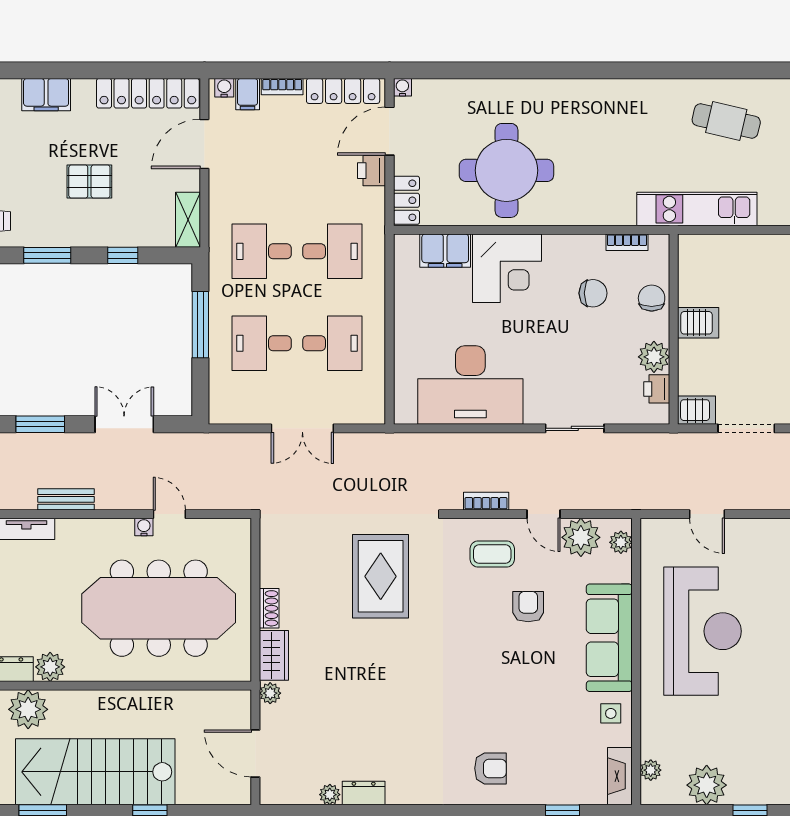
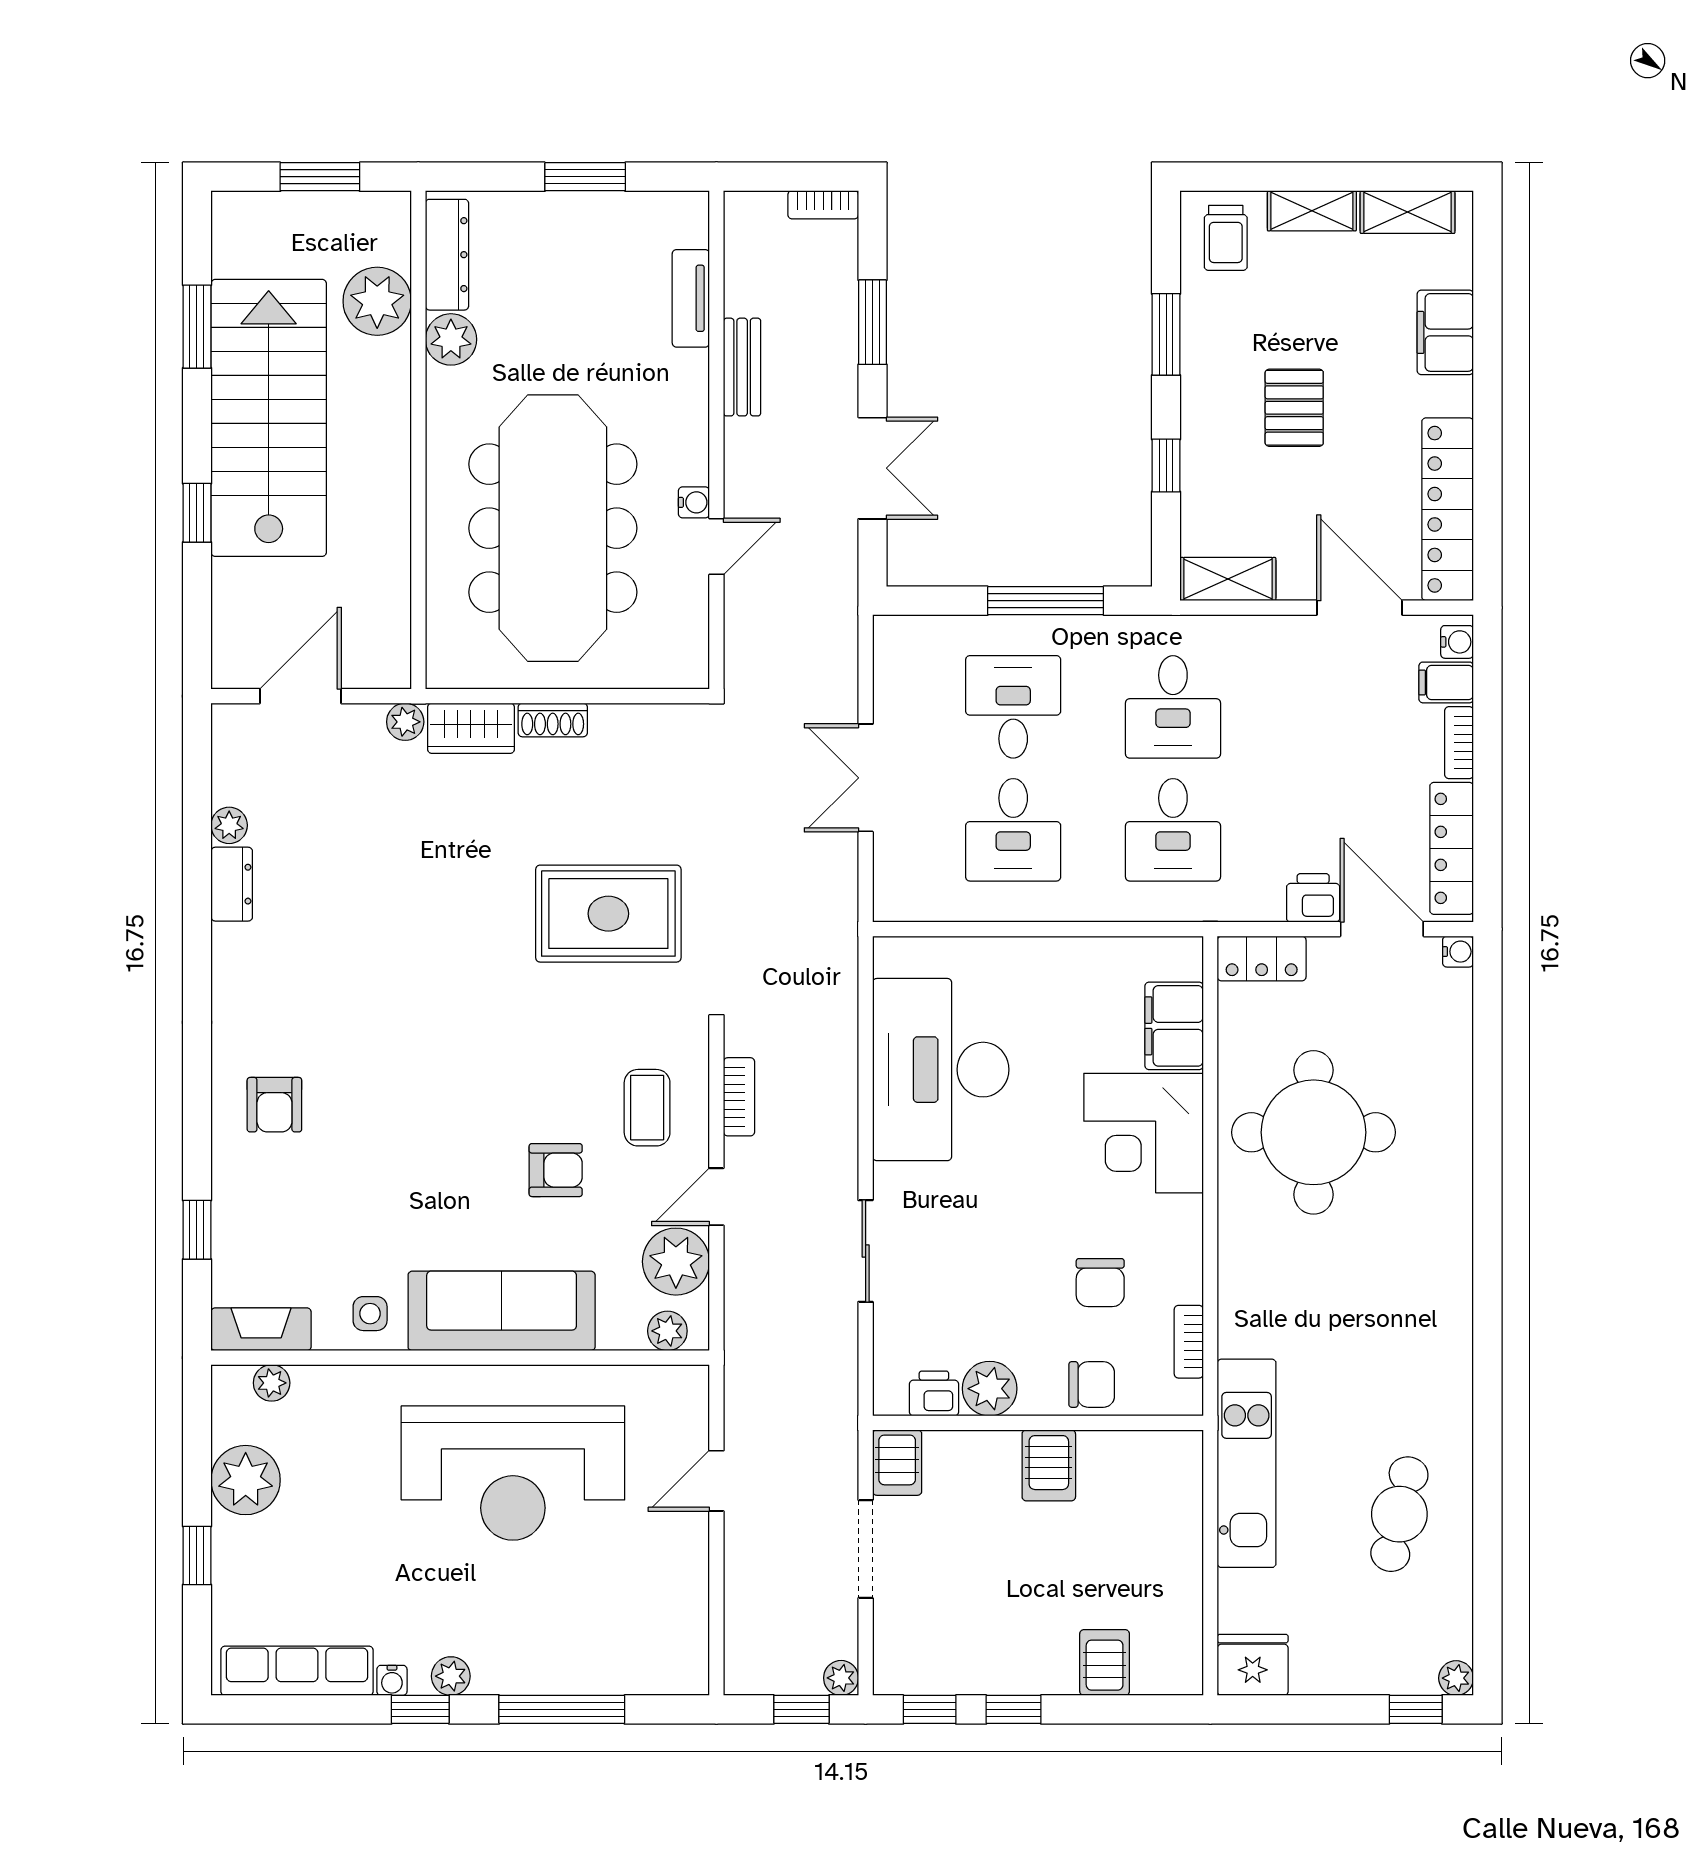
desk: (262, 251) -> (1173, 707), turned 180

